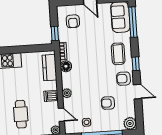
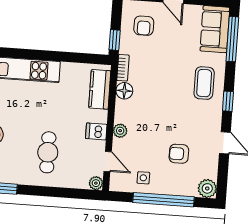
armchair: (124, 79) -> (207, 121), removed

